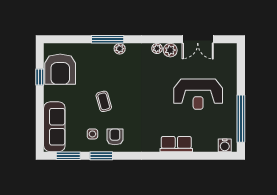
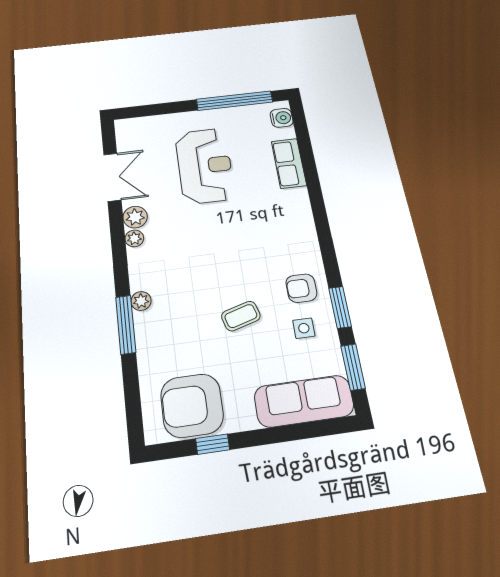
armchair: (60, 69) -> (192, 405), turned 180
row of seats: (176, 144) -> (289, 163), moved

